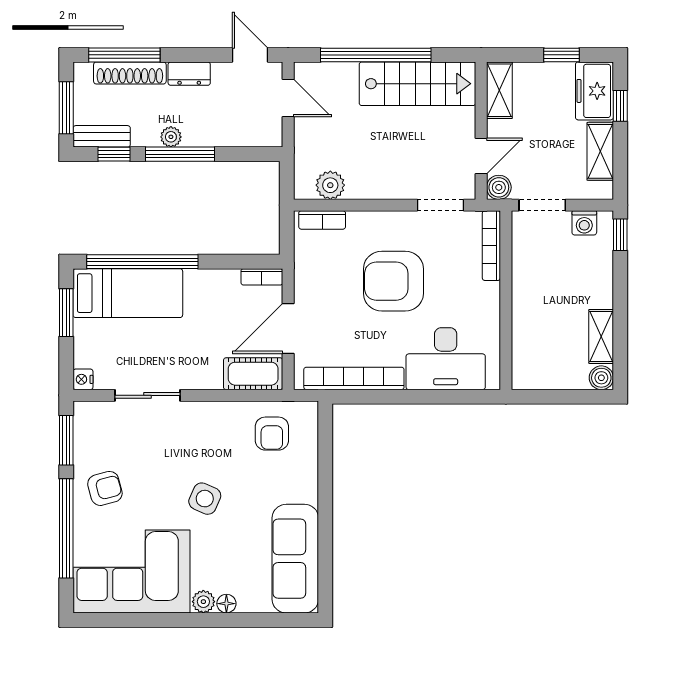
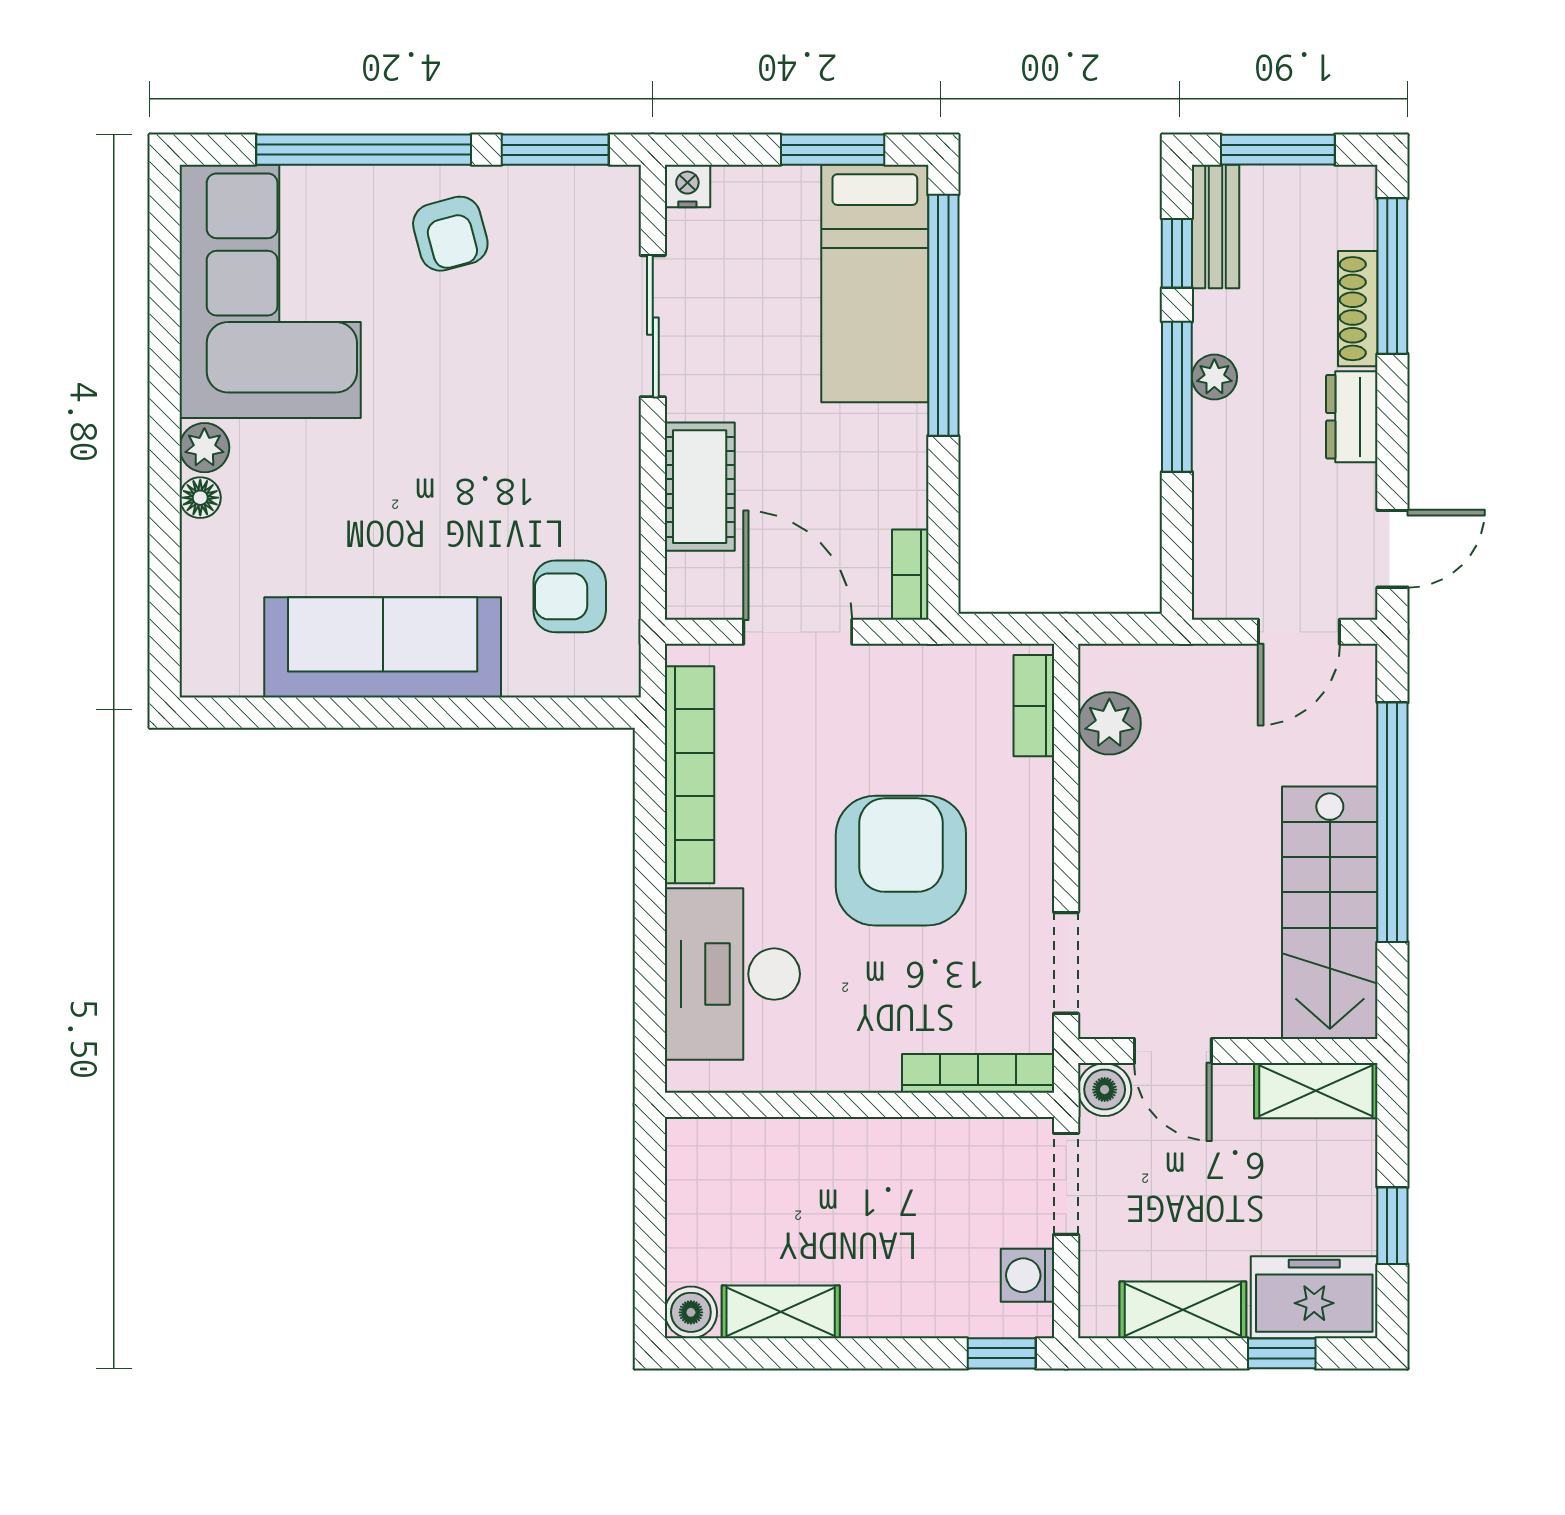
shoe rack: (130, 73) -> (1358, 309), width x0.74, depth x0.81
cot: (253, 374) -> (700, 487), moved
side table: (205, 499) -> (428, 451), removed
sofa: (295, 559) -> (383, 647), moved

